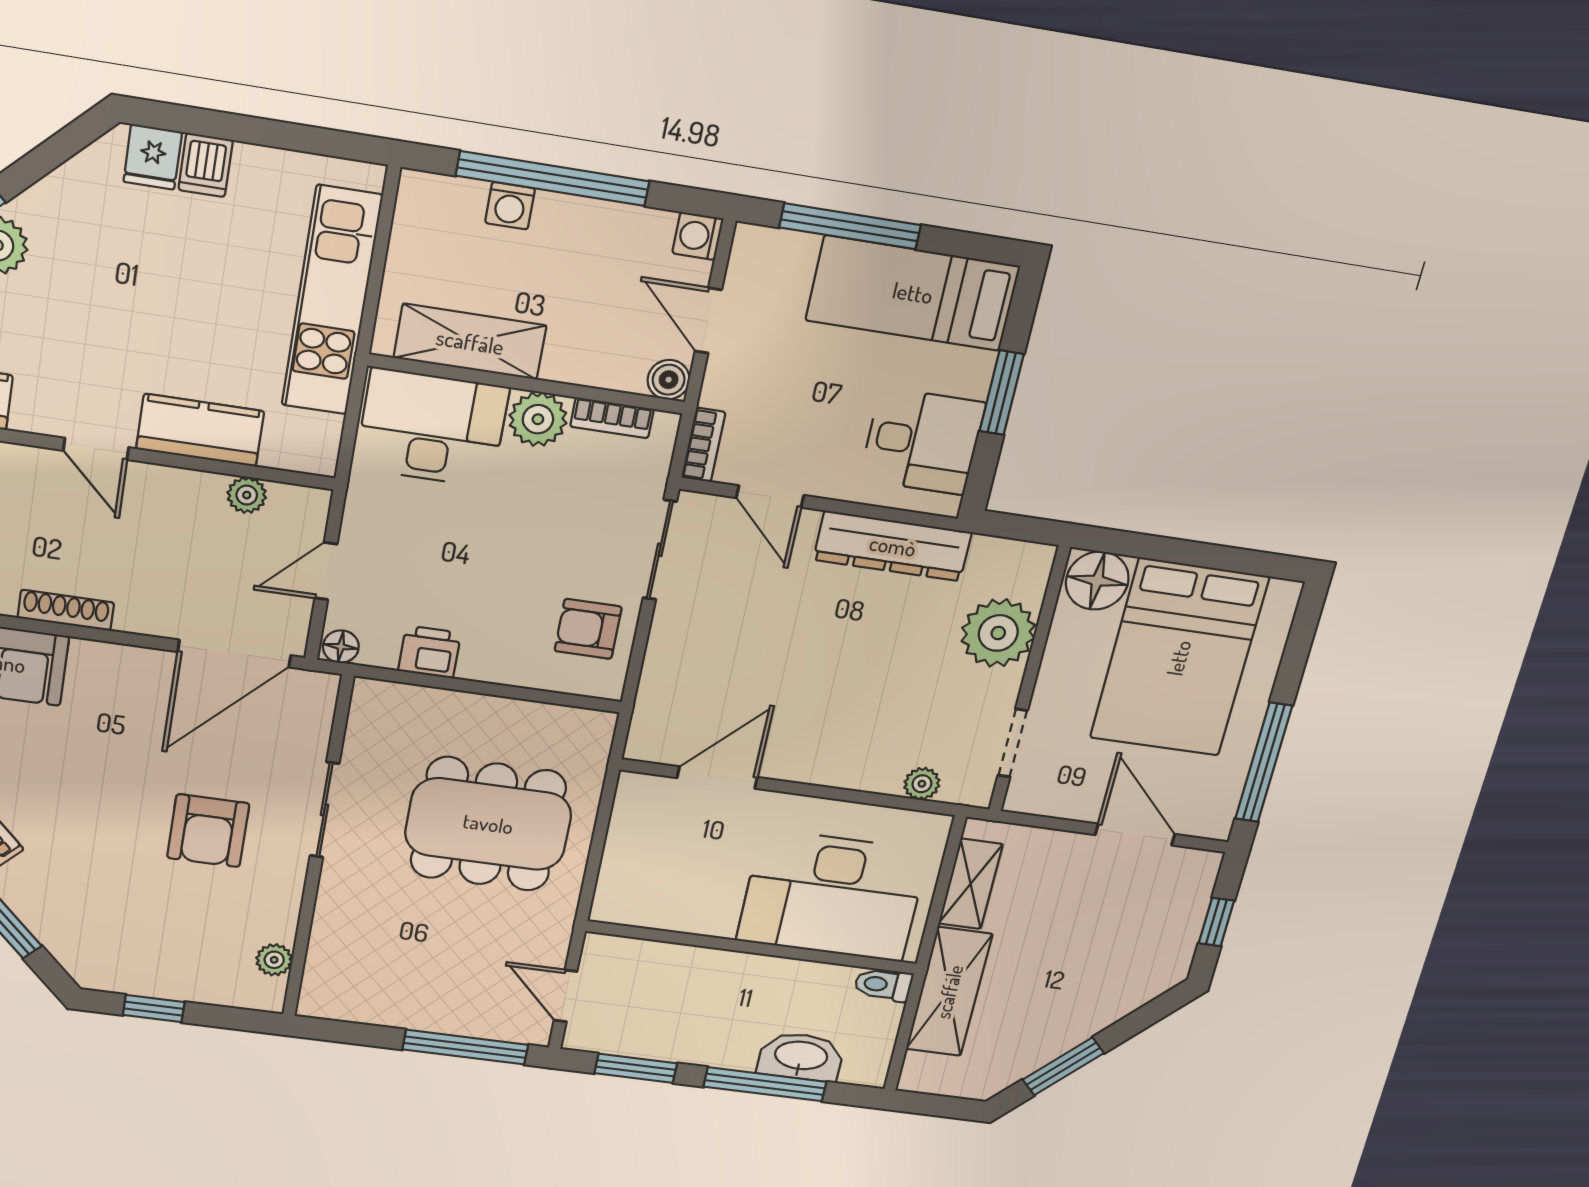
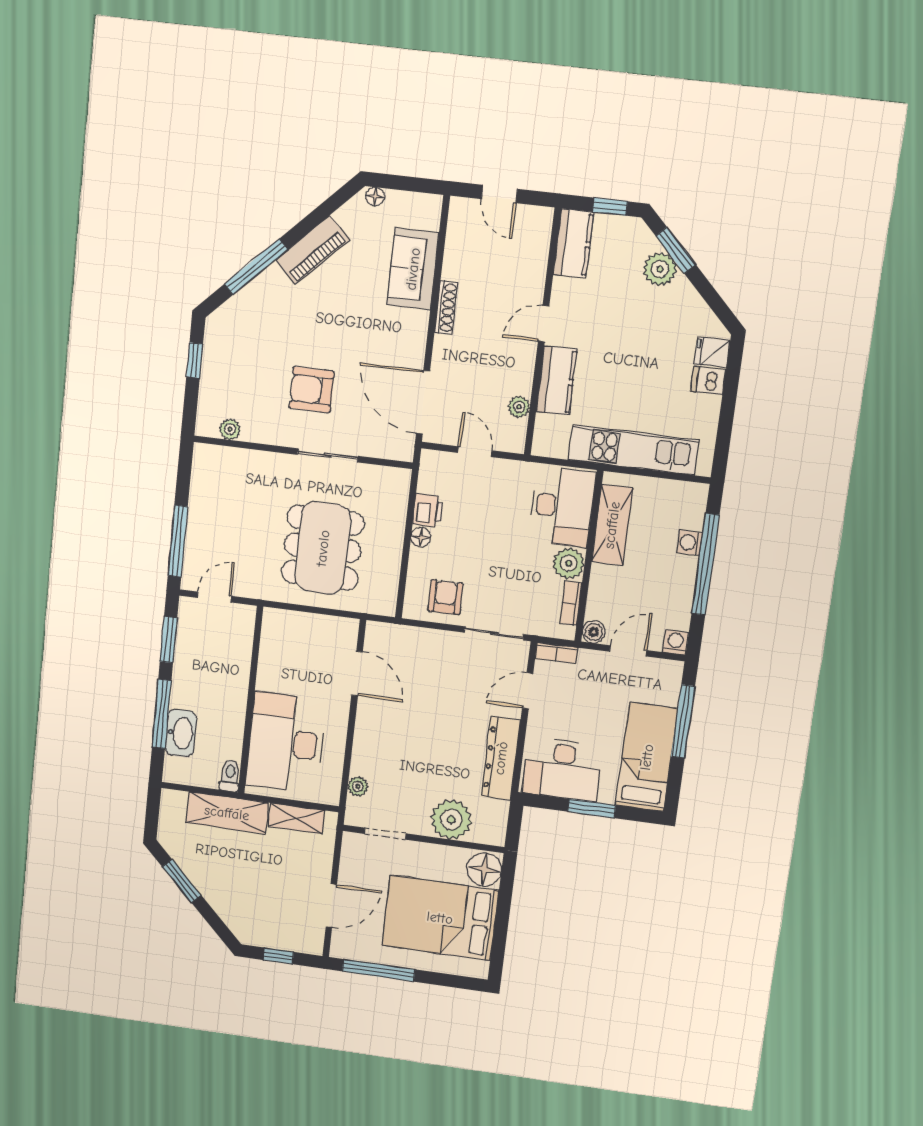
desk: (923, 441) -> (563, 769), width x1.37
floor lamp: (341, 647) -> (421, 537), moved

